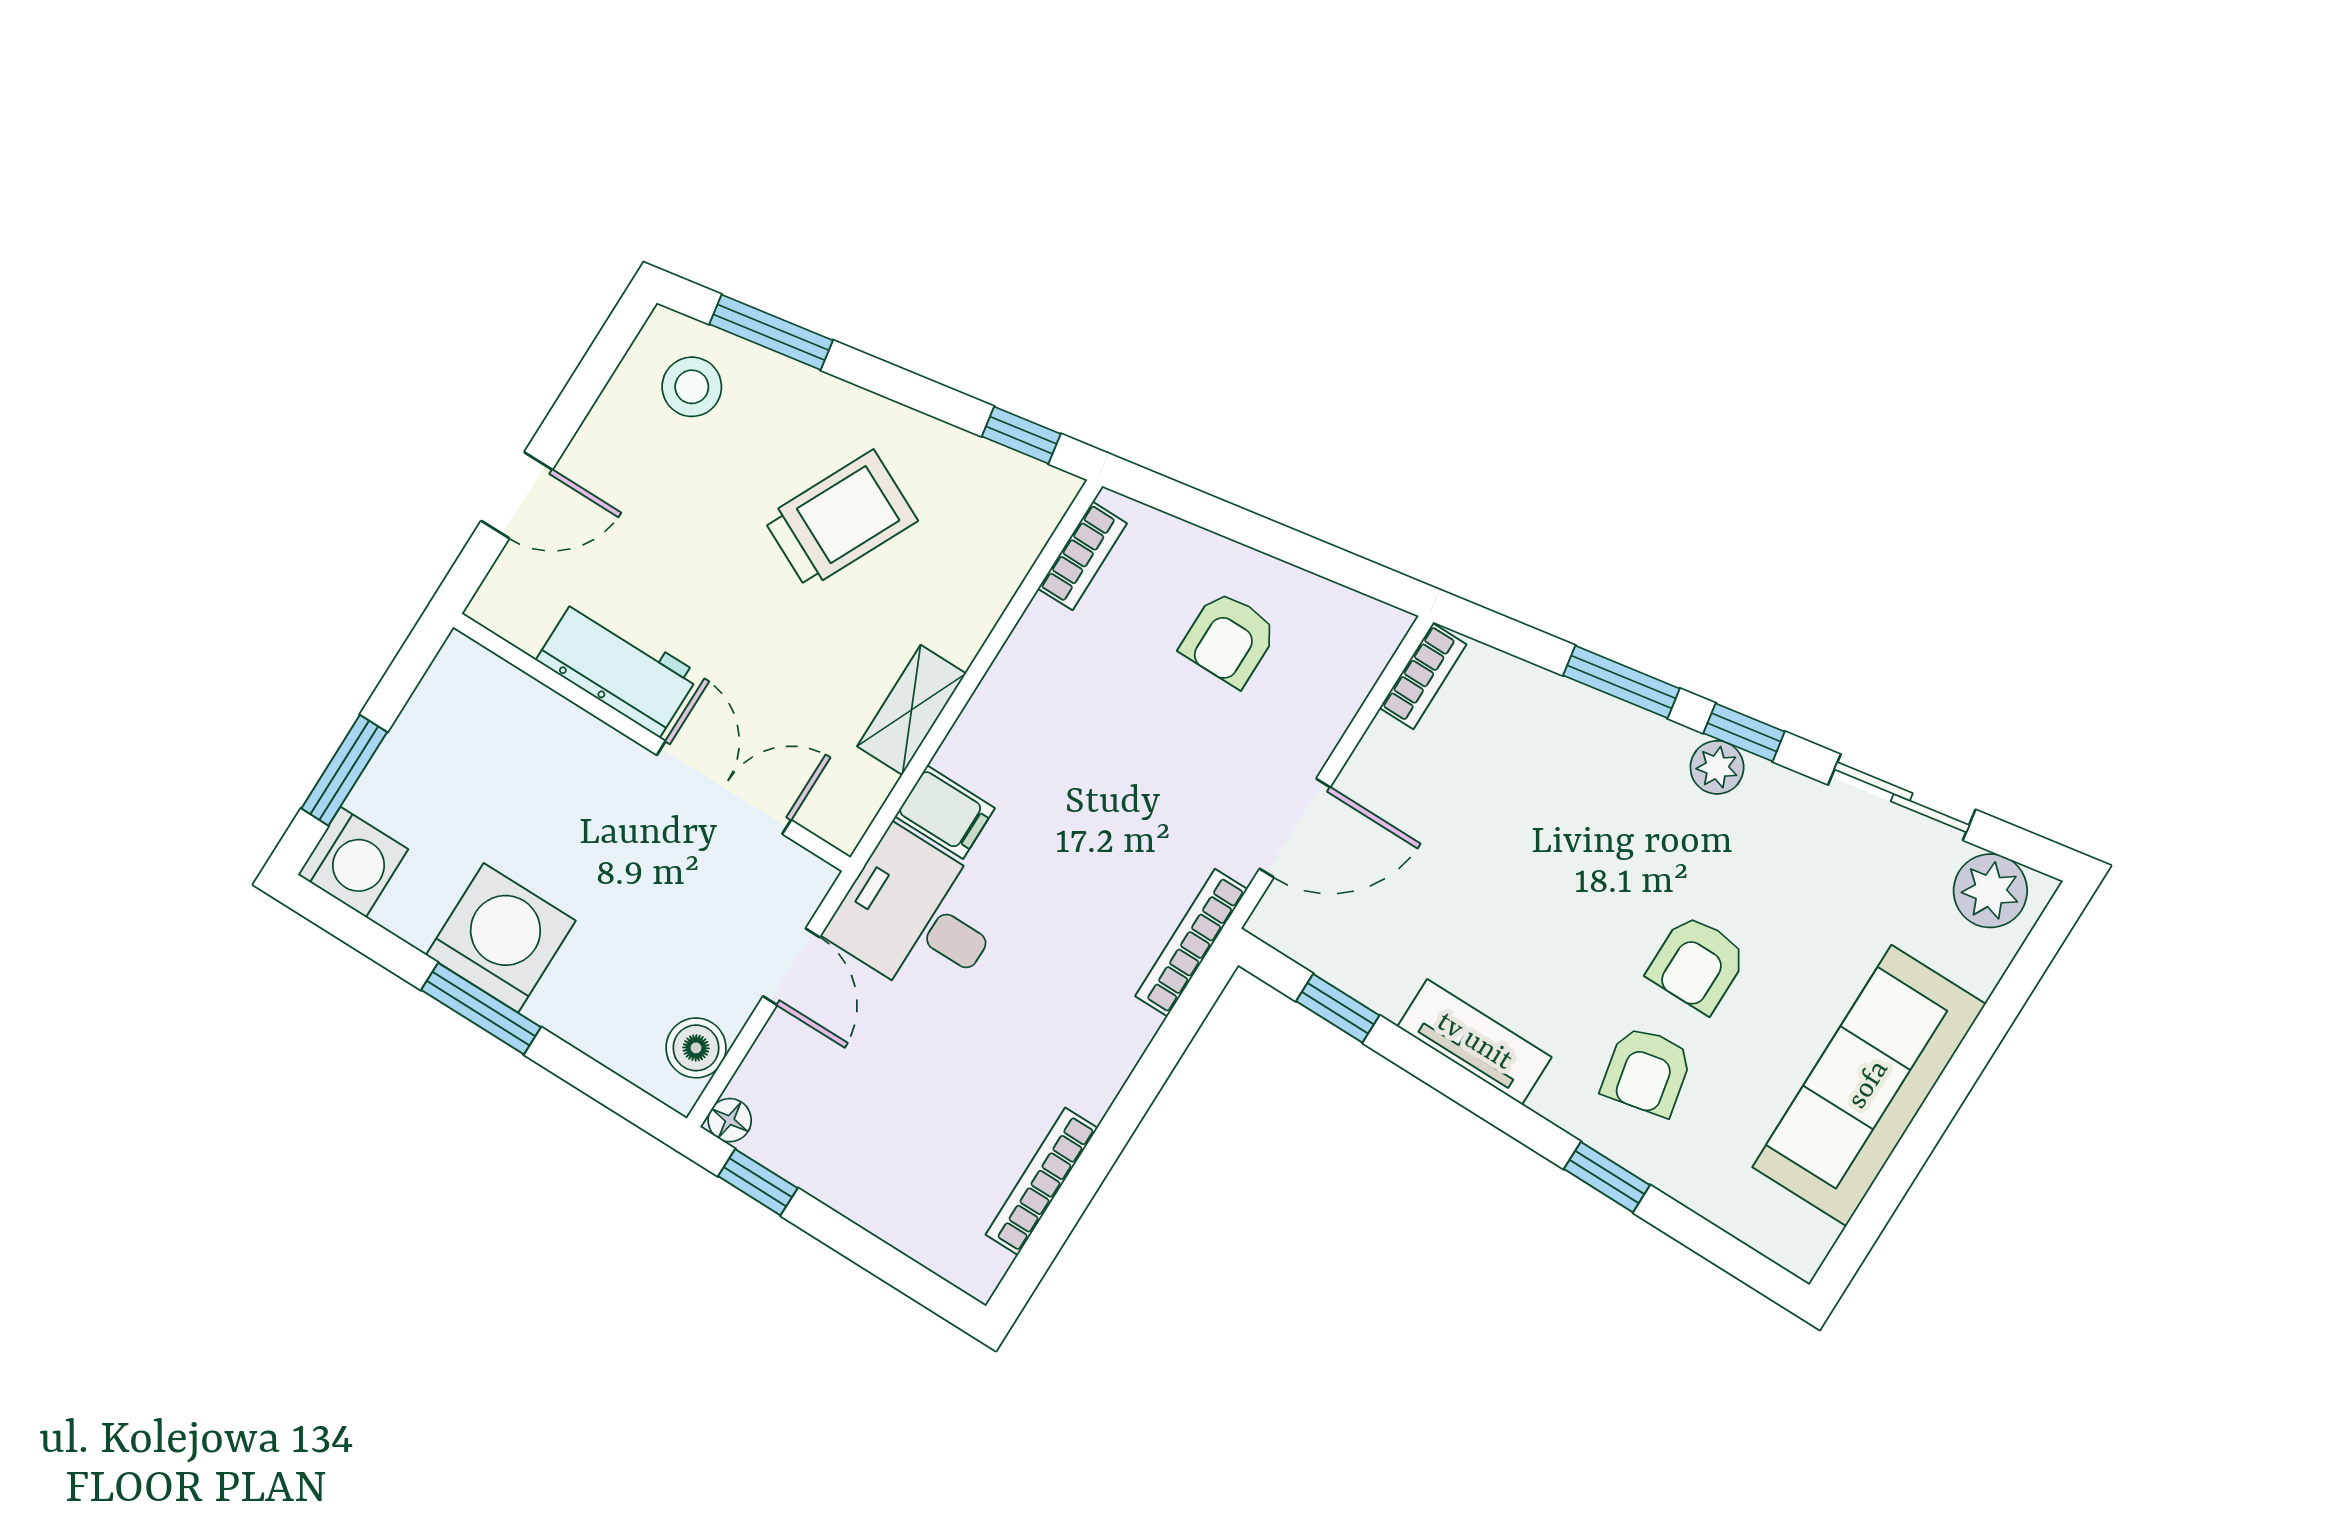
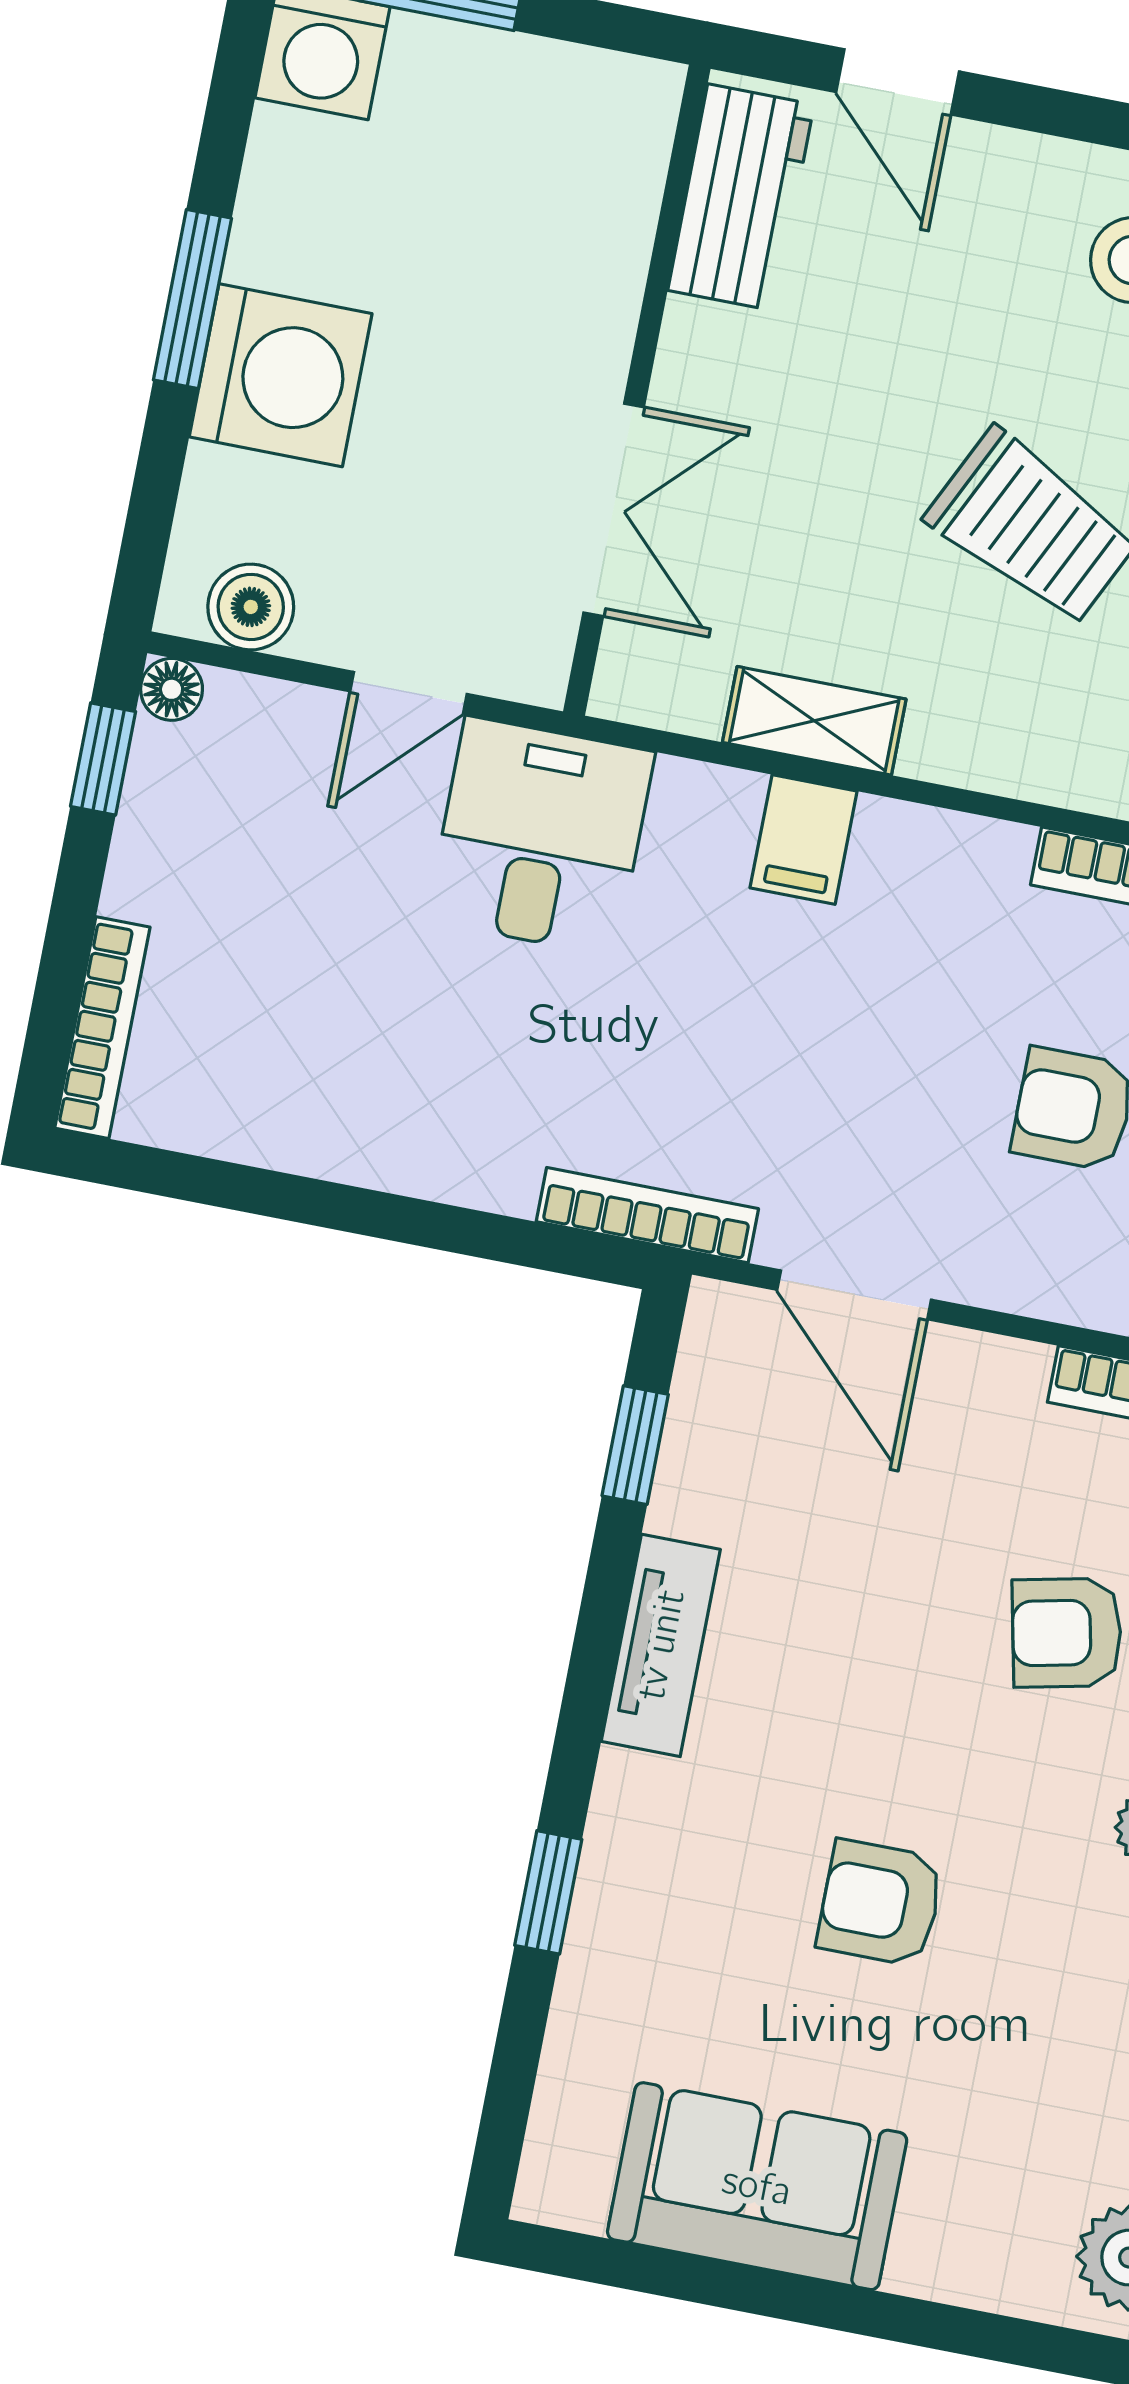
workbench: (618, 667) -> (741, 197), moved
filing cabinet: (945, 812) -> (804, 840), moved
washing machine: (501, 938) -> (281, 375), moved
armchair: (1647, 1071) -> (1067, 1633), moved
sofa: (1869, 1085) -> (757, 2186), width x0.73
bookcase: (1042, 1181) -> (102, 1028), moved, turned 90

